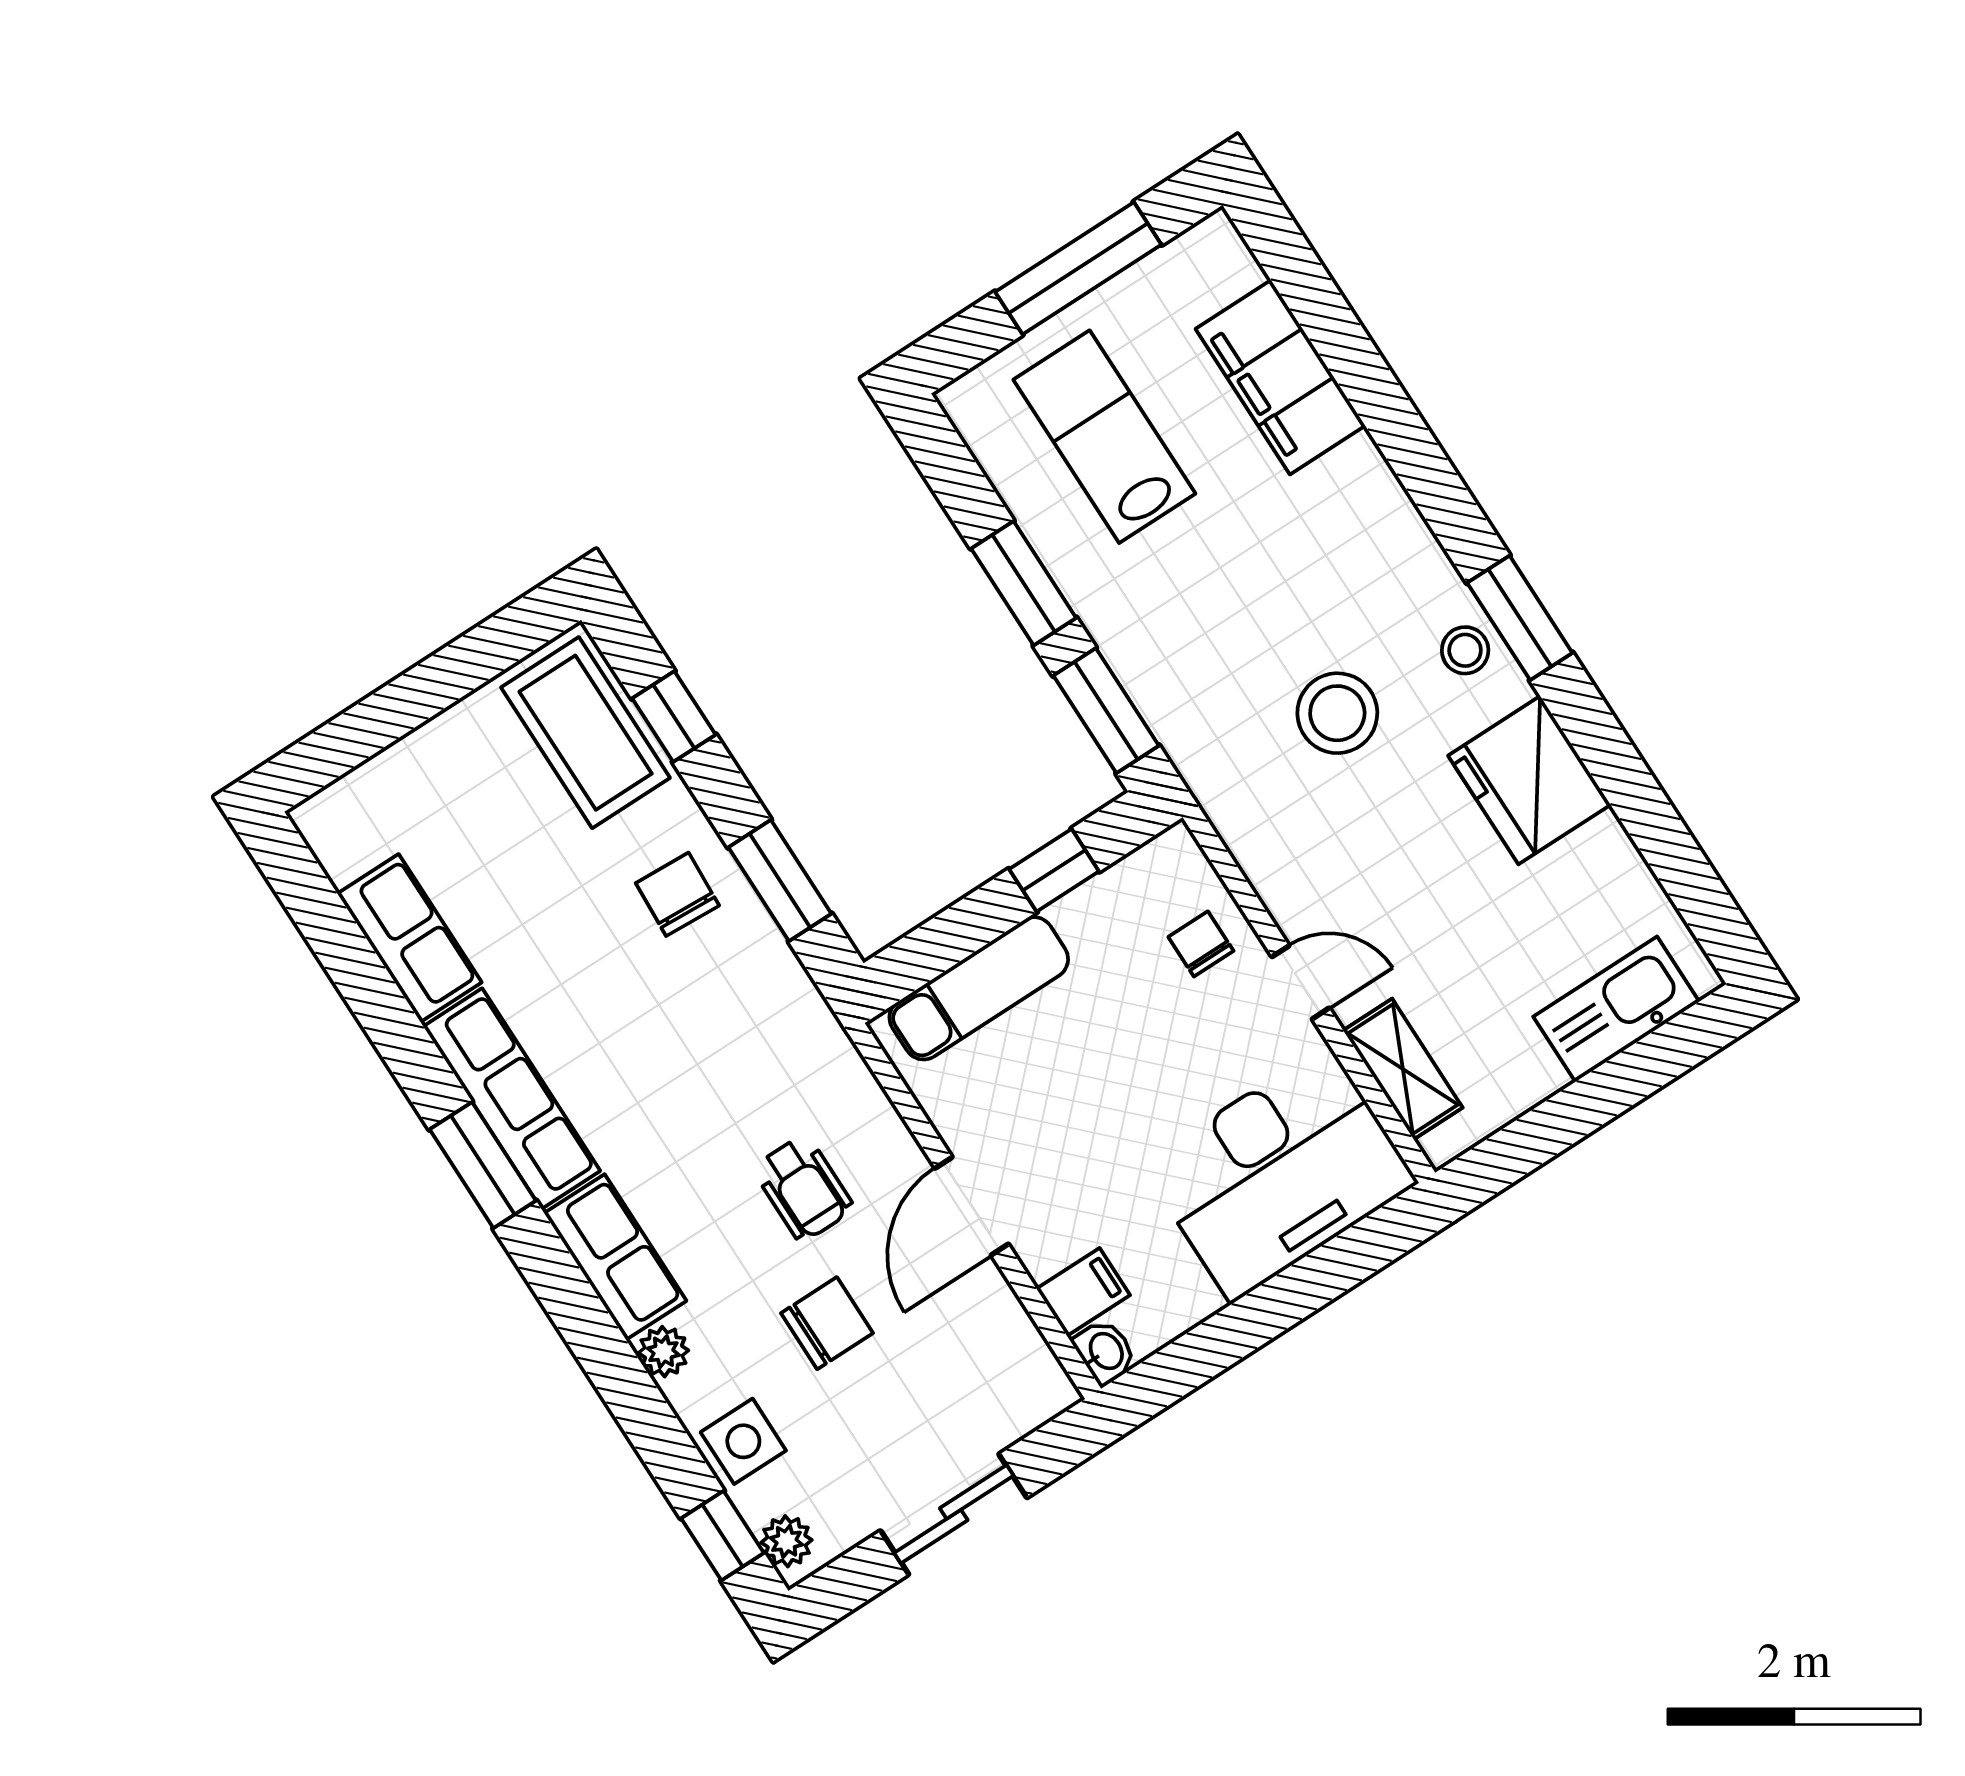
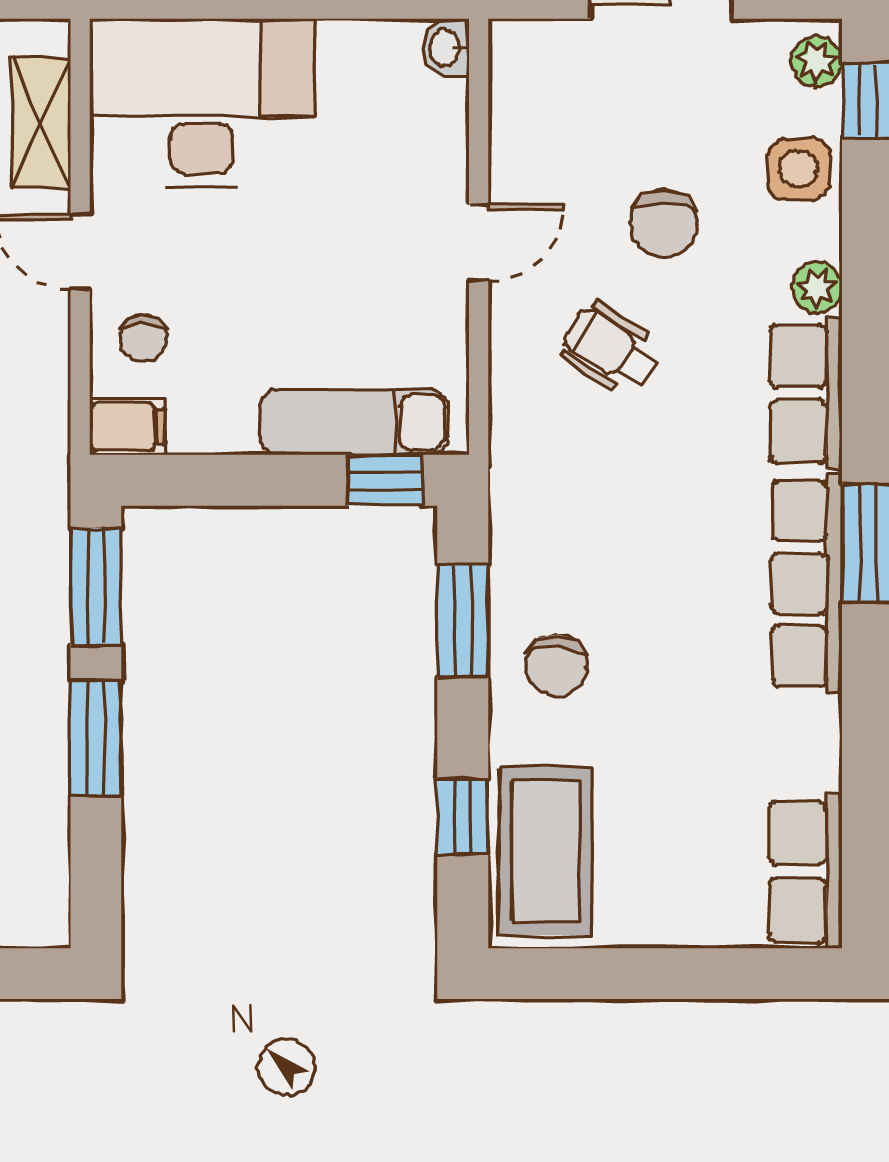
window: (1054, 870) -> (385, 480), moved
row of seats: (410, 938) -> (806, 872), moved
wheelchair: (803, 1188) -> (611, 349), turned -57
door: (972, 1206) -> (479, 243), width x0.73
filing cabinet: (1083, 1292) -> (127, 427), moved, turned 180
chair: (827, 1323) -> (664, 223), turned -90

